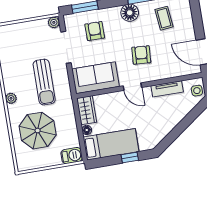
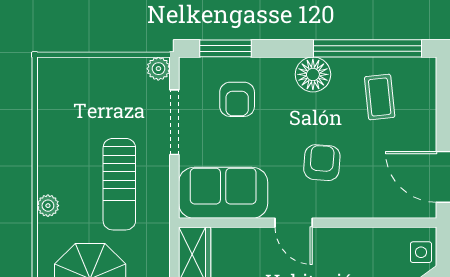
armchair: (95, 31) -> (237, 99), turned 180
tv unit: (167, 89) -> (362, 239), removed

